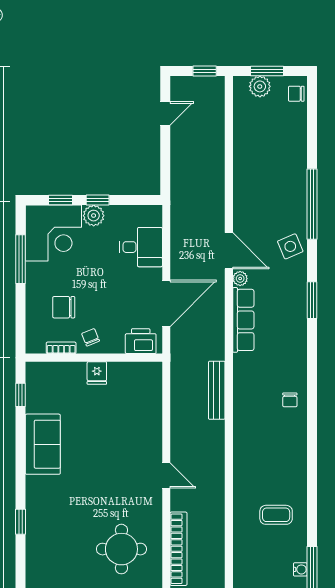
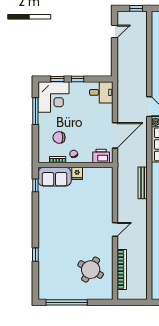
plant: (94, 216) -> (75, 87), removed
desk: (141, 247) -> (101, 92), moved
sofa: (43, 444) -> (55, 177), moved, turned 90
door: (166, 476) -> (115, 229), hinge flipped
round table: (121, 549) -> (91, 270), turned 30

